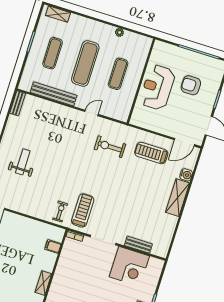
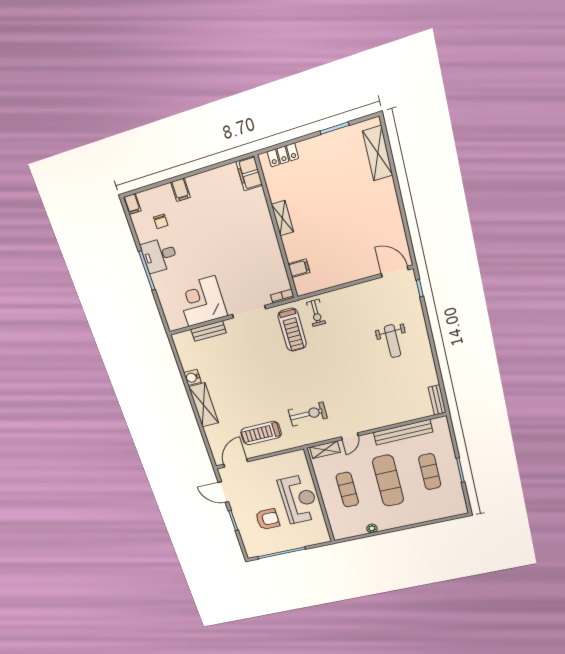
shelving: (58, 14) -> (325, 450), moved
treadmill: (151, 153) -> (261, 433), turned 180
water cooler: (186, 175) -> (192, 377), moved

